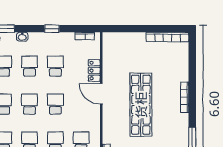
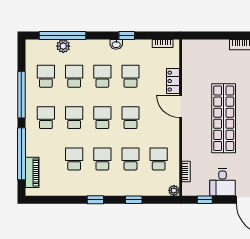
washbasin: (22, 37) -> (116, 44), moved

